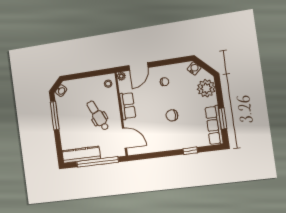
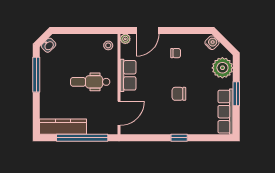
dental chair: (98, 115) -> (90, 82), turned -65
window: (223, 119) -> (236, 94), moved
door: (124, 138) -> (119, 113), hinge flipped
window: (190, 151) -> (179, 138), moved

